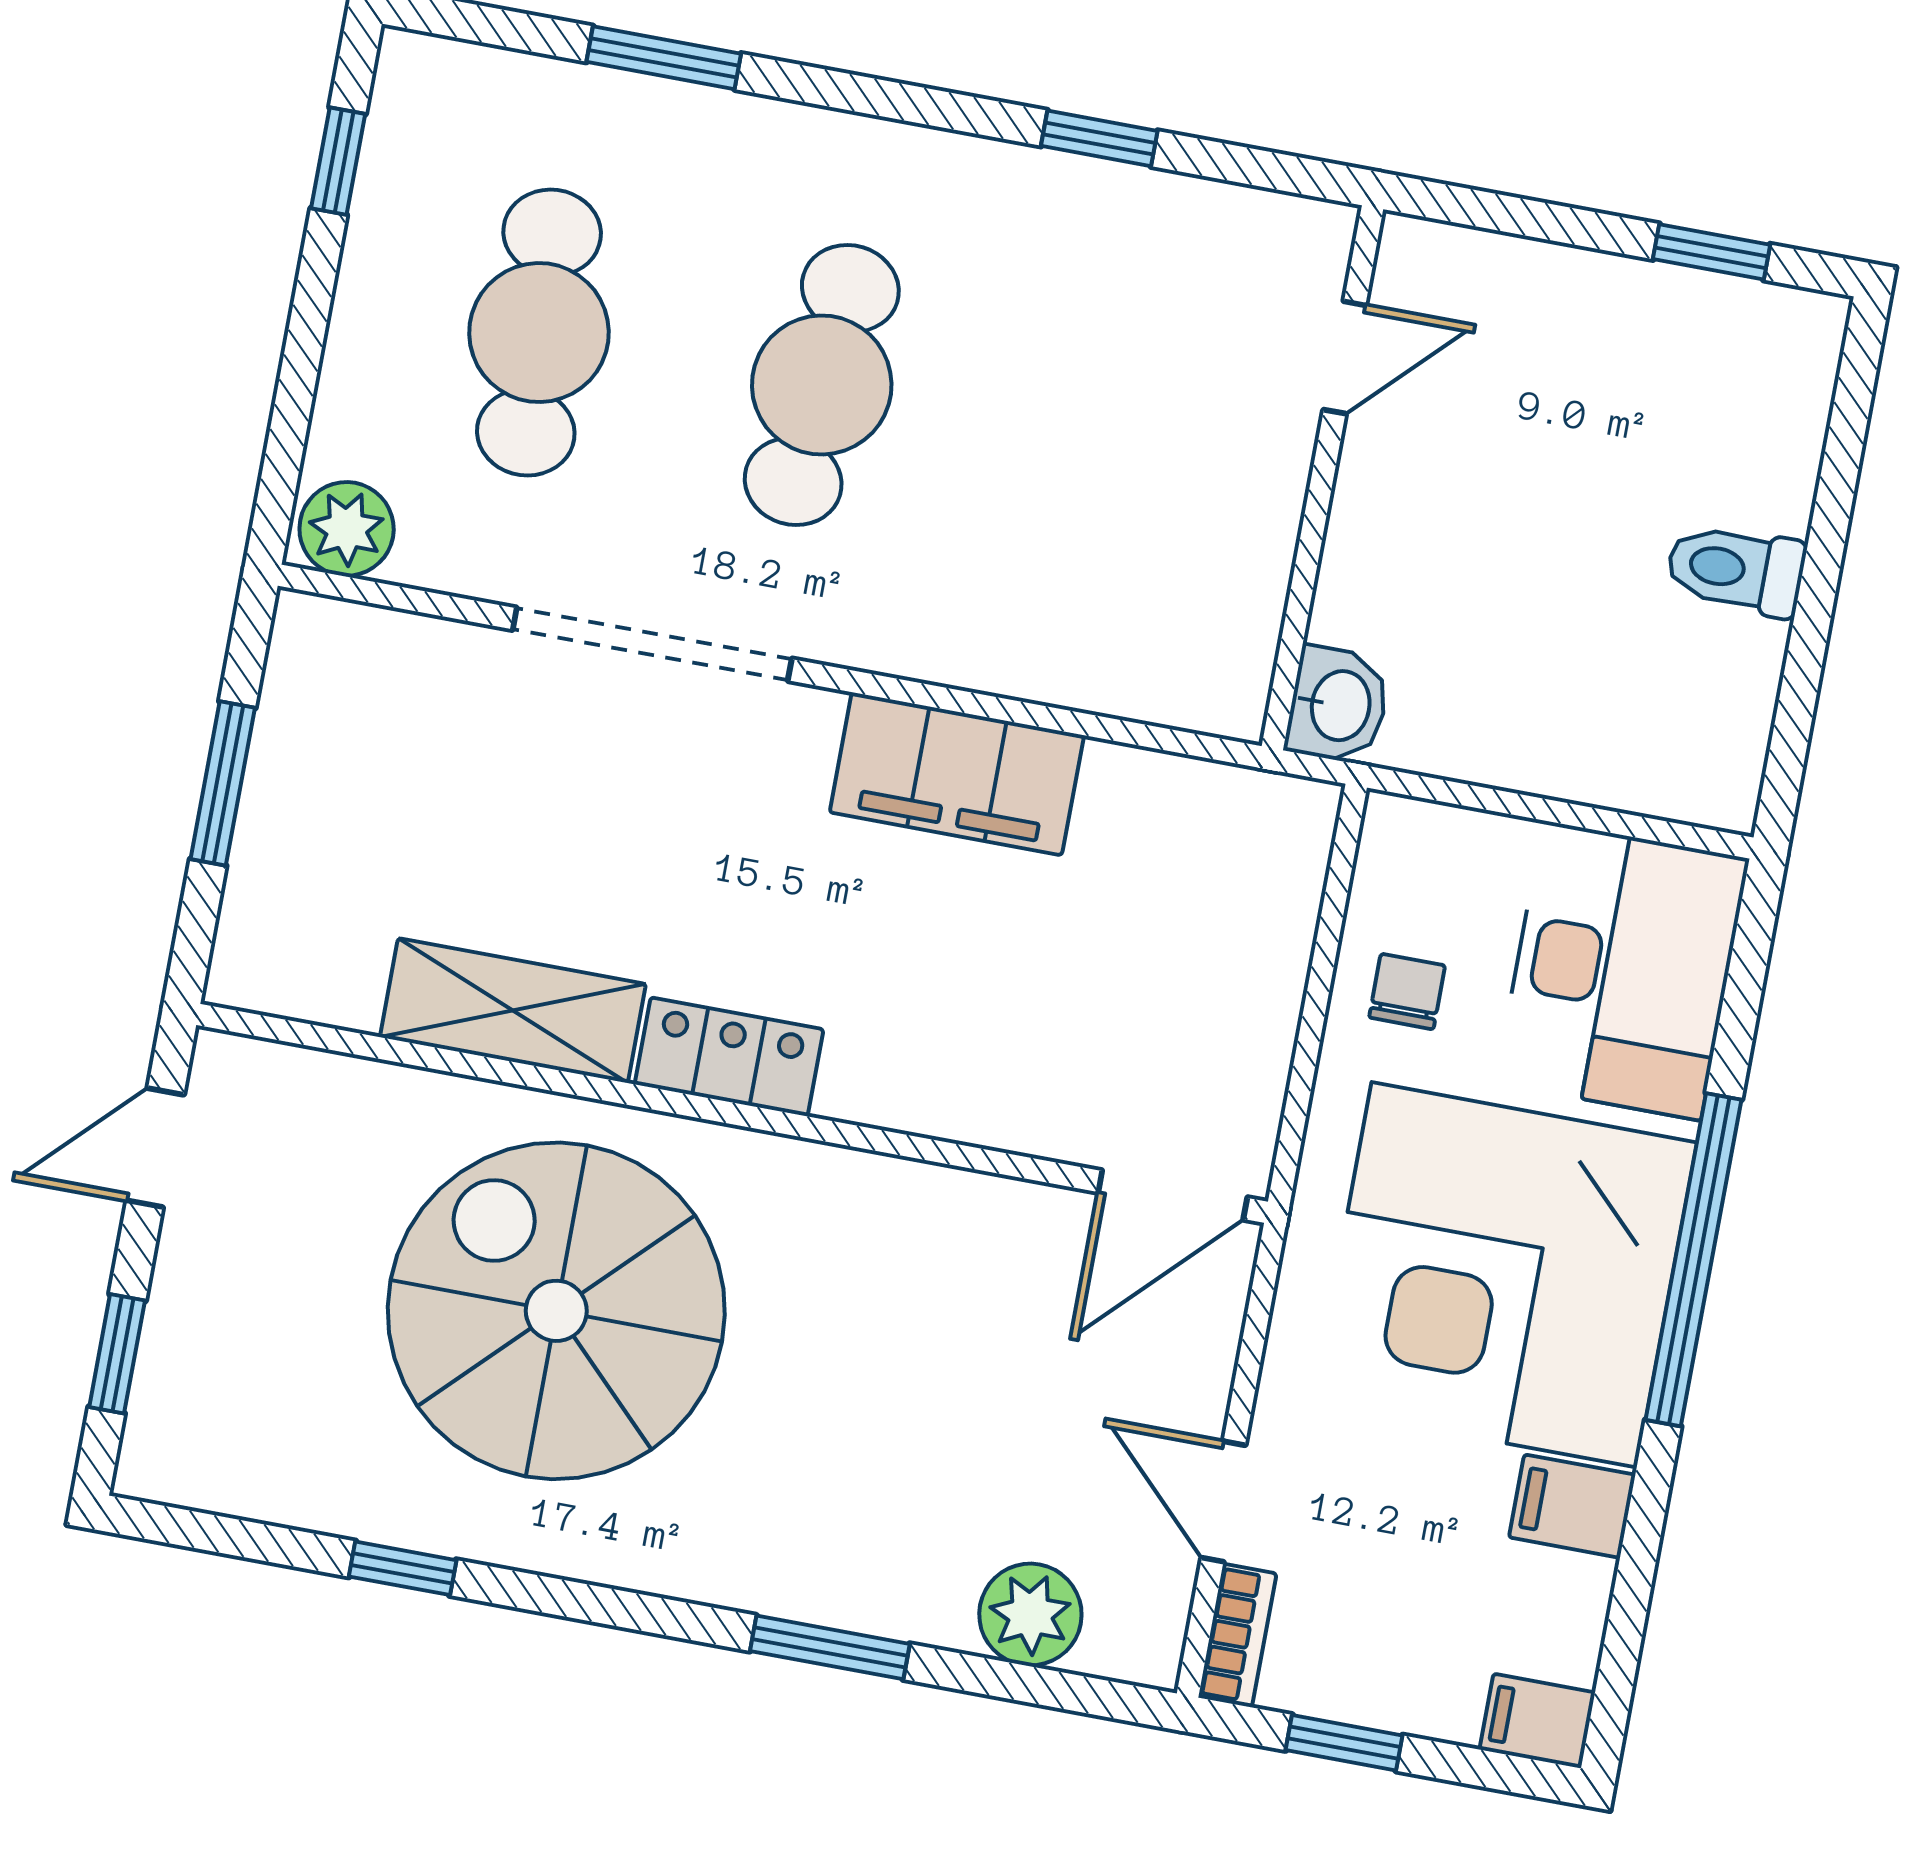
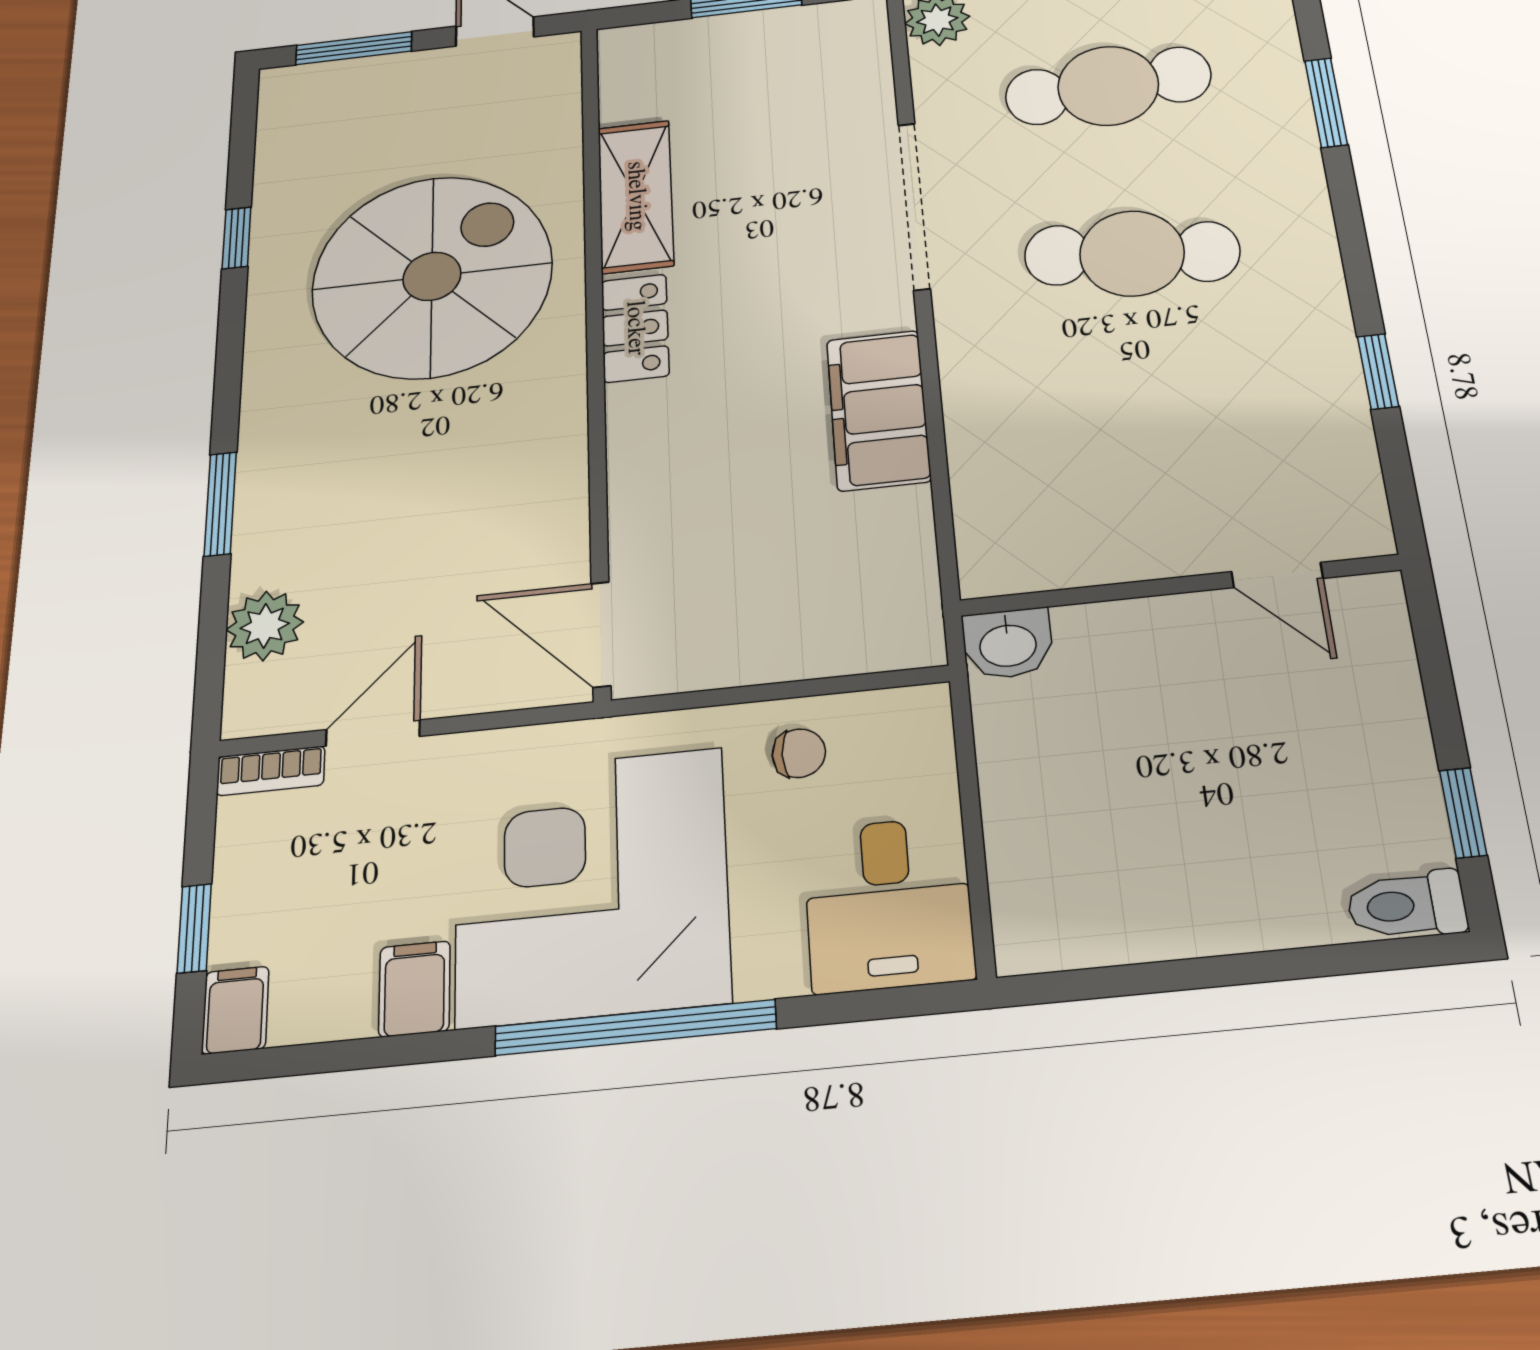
toilet: (1736, 570) -> (1407, 905), moved, turned -90
desk: (1622, 971) -> (888, 904), width x0.73
window: (117, 1354) -> (354, 48), width x1.50
window: (1344, 1743) -> (194, 928), moved

